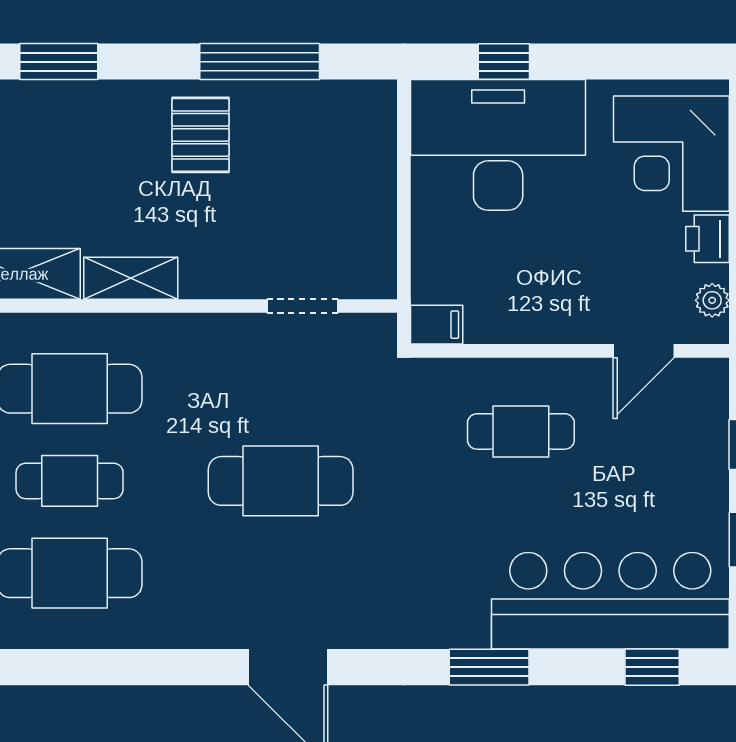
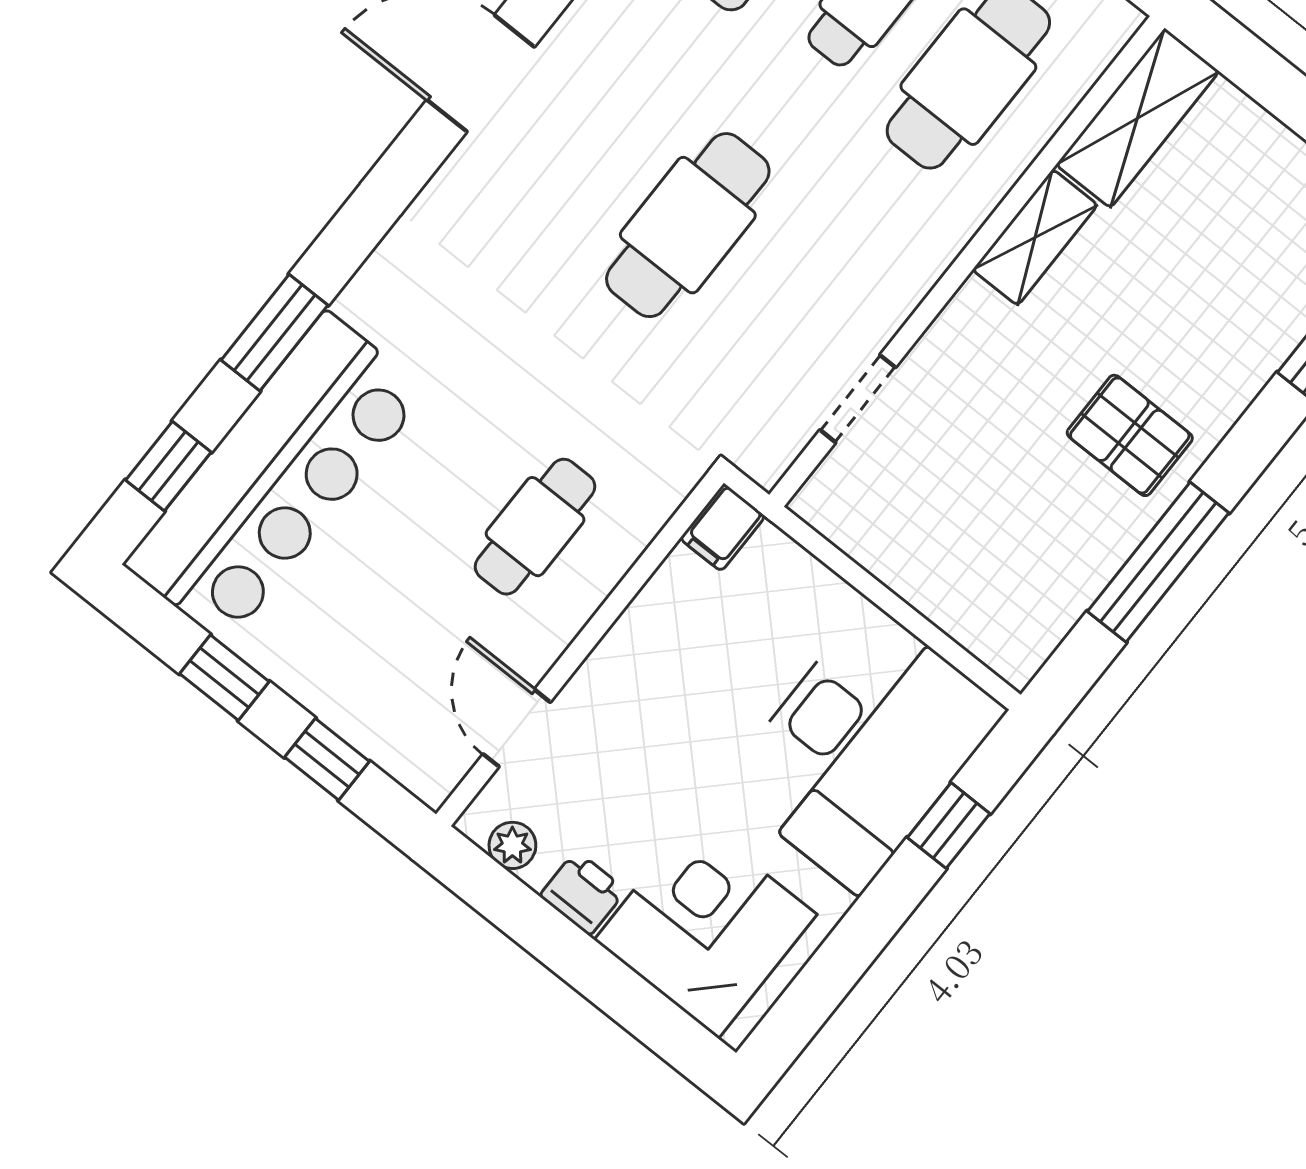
window: (489, 667) -> (275, 333), moved

